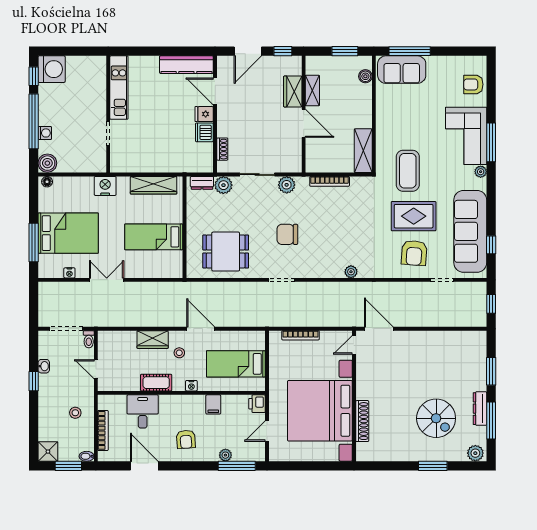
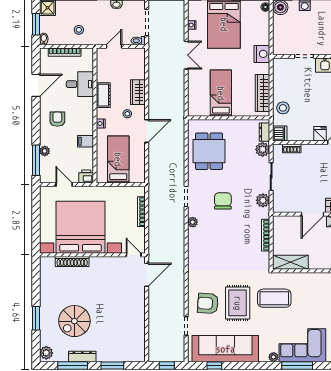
dishwasher: (204, 132) -> (280, 134), moved, turned 90
stool: (172, 160) -> (283, 108), added
plant: (351, 272) -> (193, 222), moved
armchair: (186, 439) -> (57, 119), turned 94

